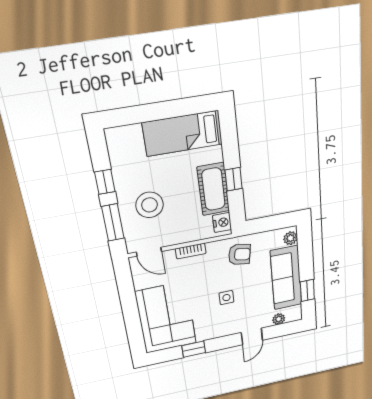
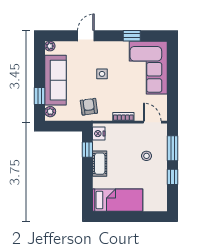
window: (234, 179) -> (87, 150), moved
cot: (213, 189) -> (100, 164), width x0.73, depth x0.75
stool: (150, 205) -> (146, 156), width x0.53, depth x0.53
armchair: (239, 254) -> (89, 107), turned 73
window: (307, 291) -> (40, 96), moved
plant: (279, 319) -> (50, 46), moved

